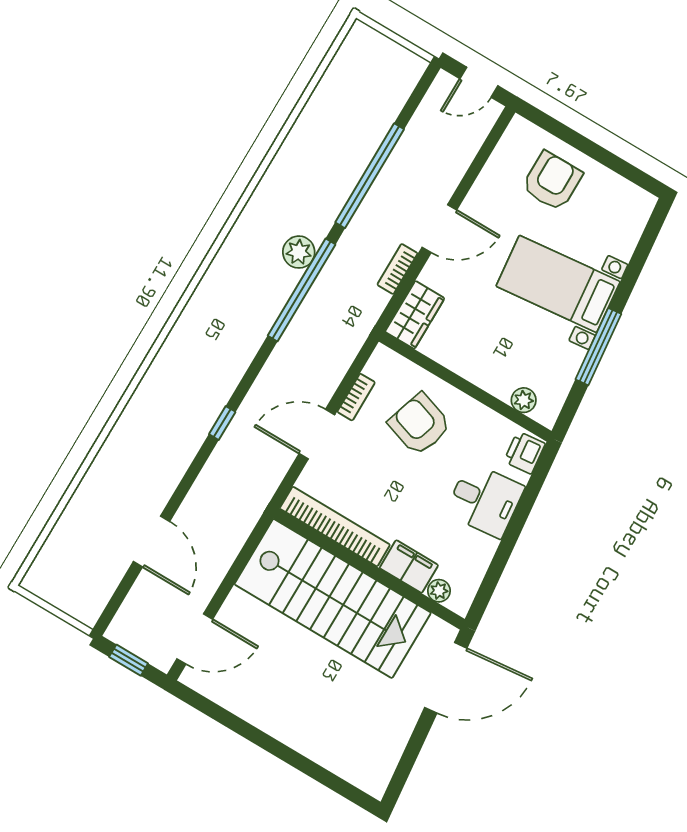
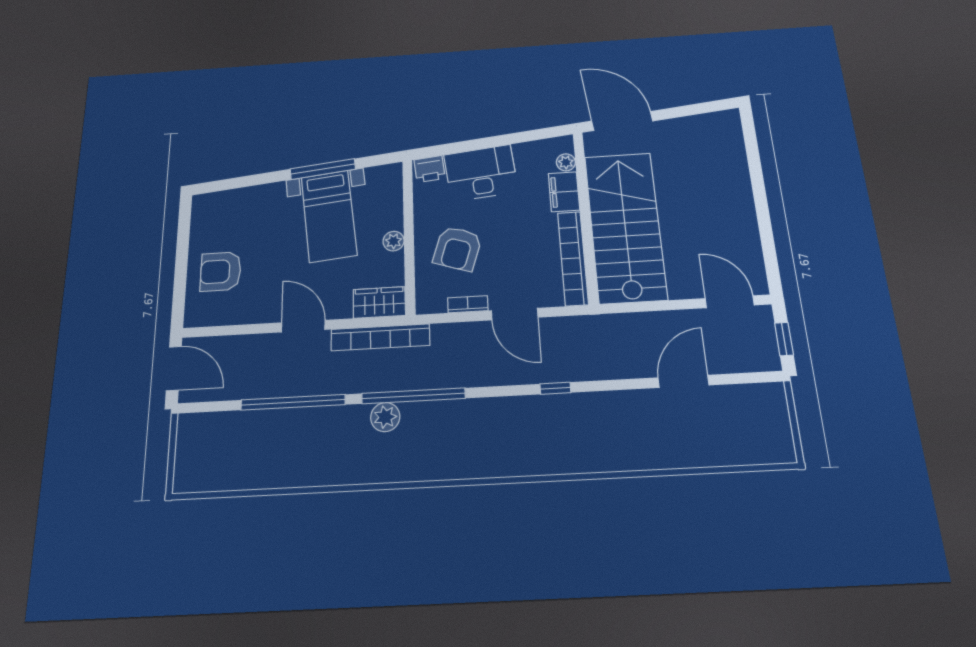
door: (479, 82) -> (174, 368), width x1.38
bookcase: (397, 269) -> (380, 337), width x2.31, depth x1.31
bed with nightstands: (558, 284) -> (329, 216), moved
plant: (524, 400) -> (394, 241), moved
desk: (485, 500) -> (481, 173), width x1.37

